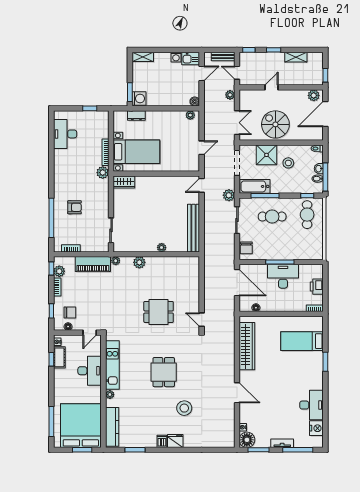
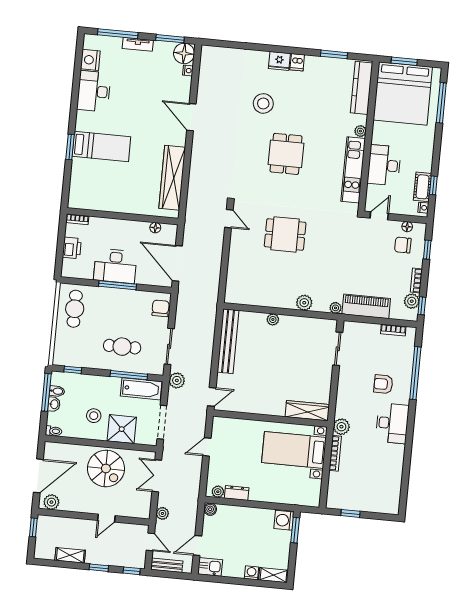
washing machine: (176, 57) -> (251, 573), moved
dresser: (136, 116) -> (237, 493), moved
desk: (65, 134) -> (392, 423), moved
wardrobe: (124, 182) -> (307, 411), width x1.50
cafe table: (307, 215) -> (75, 309), moved
bed: (302, 341) -> (101, 146), moved

